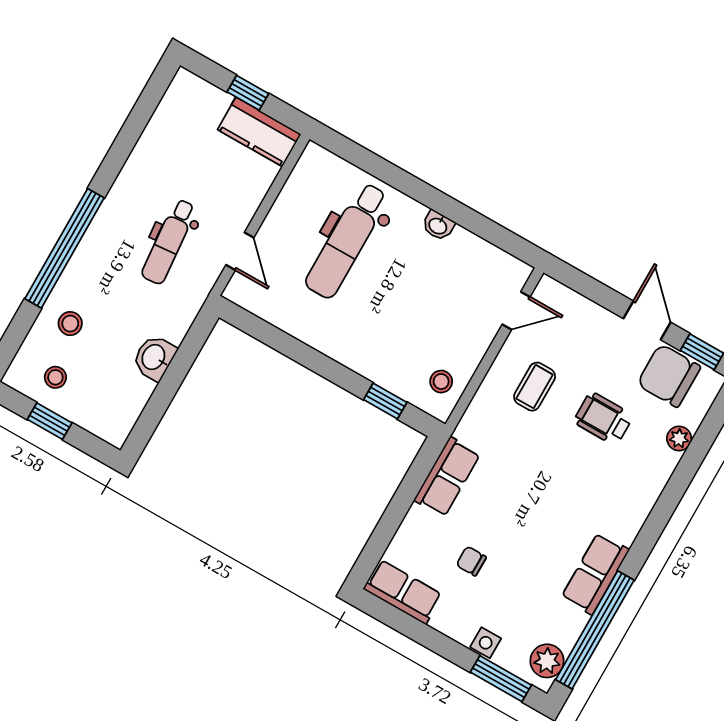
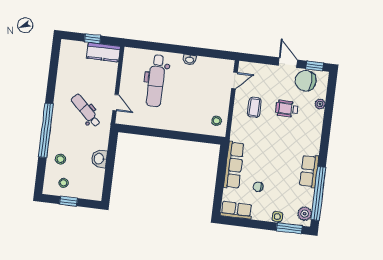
dental chair: (169, 242) -> (86, 111), turned 139
window: (385, 401) -> (198, 138), removed
row of seats: (447, 477) -> (234, 165), width x1.48

